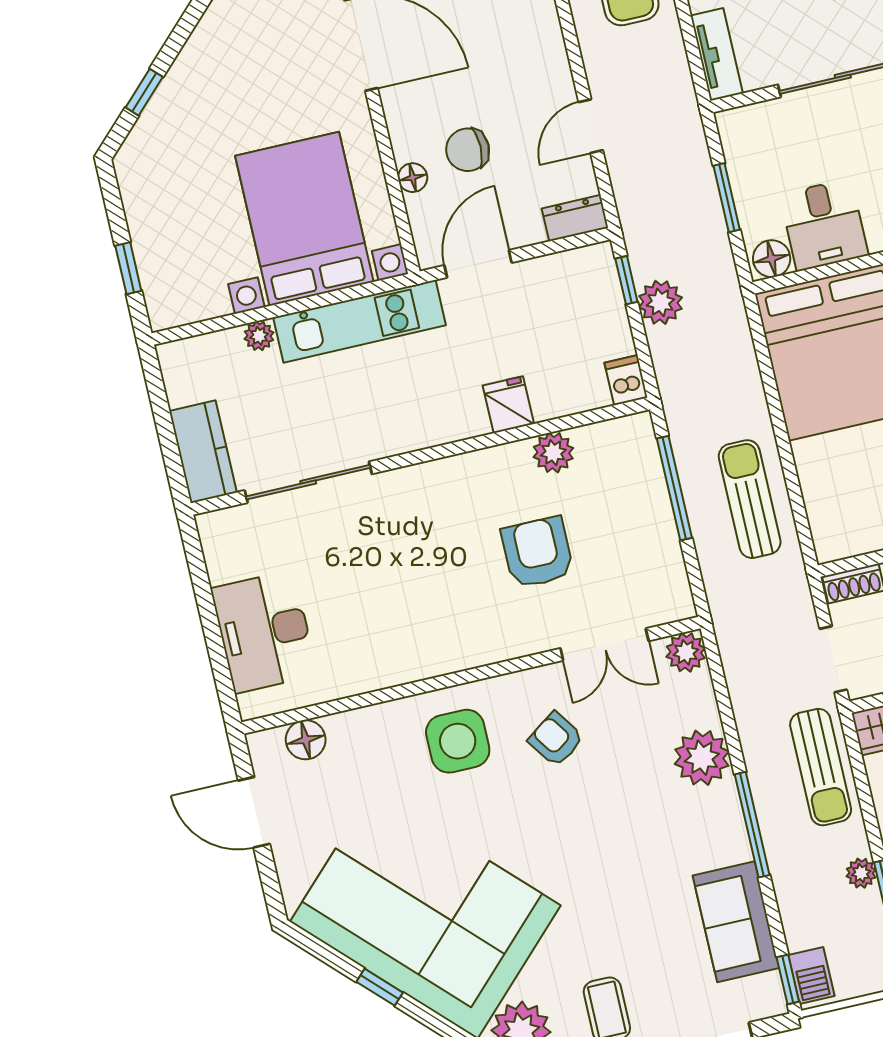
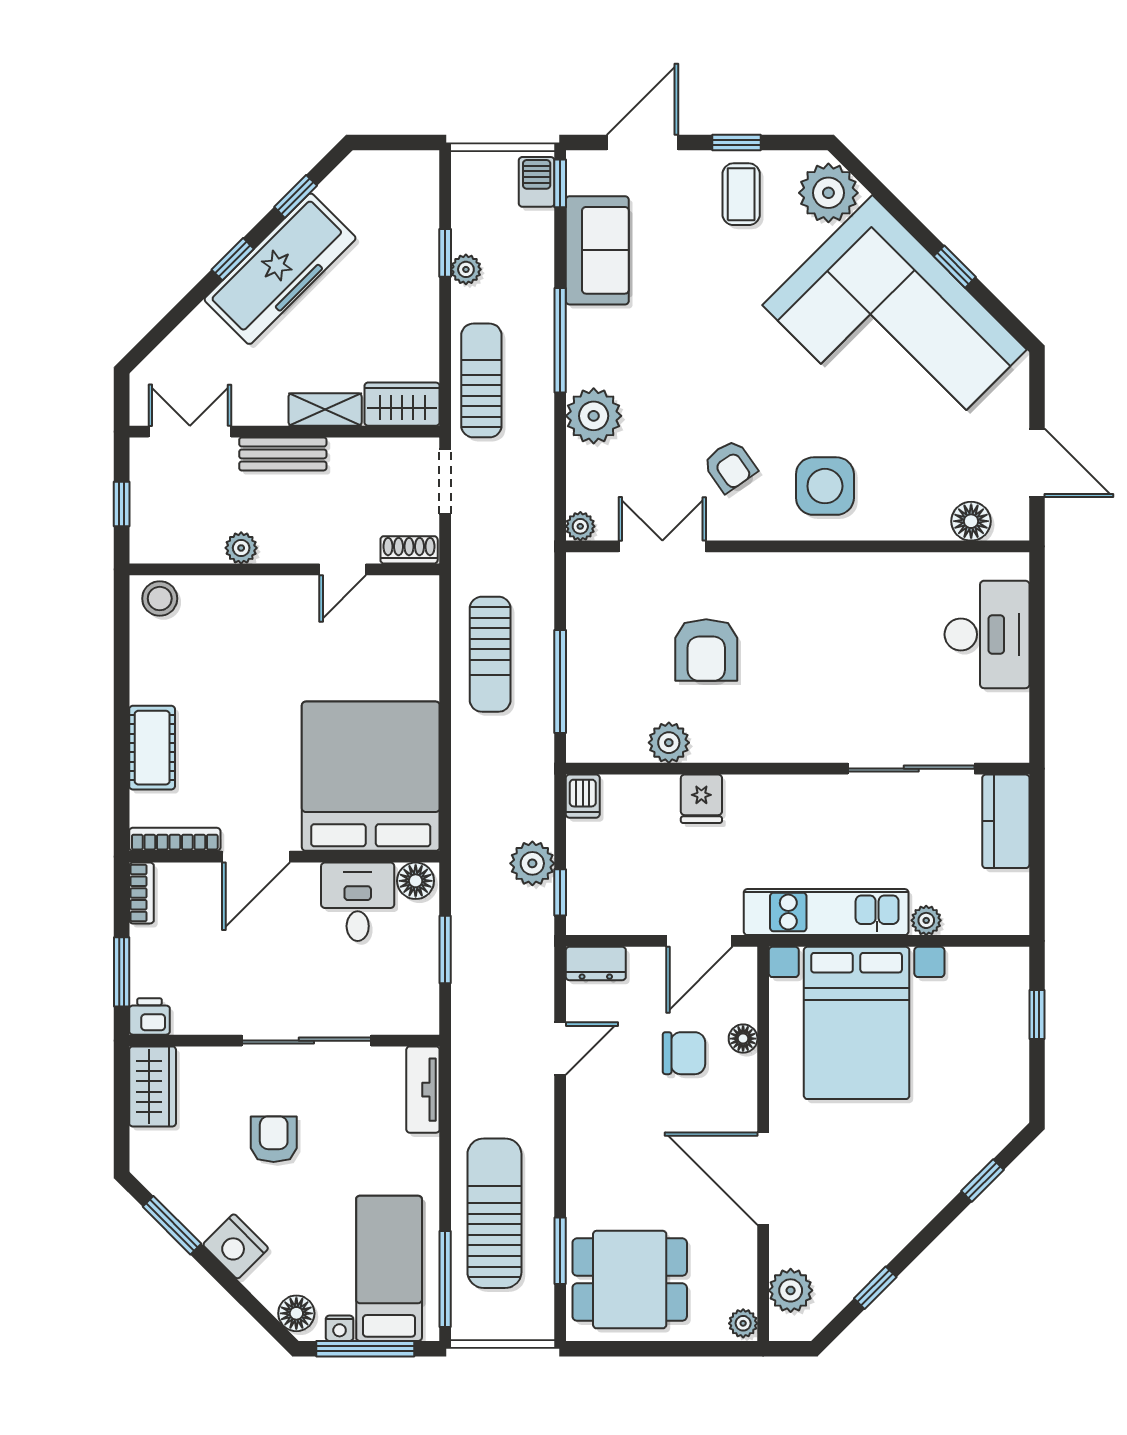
plant: (686, 652) -> (580, 526), width x0.73, depth x0.73

